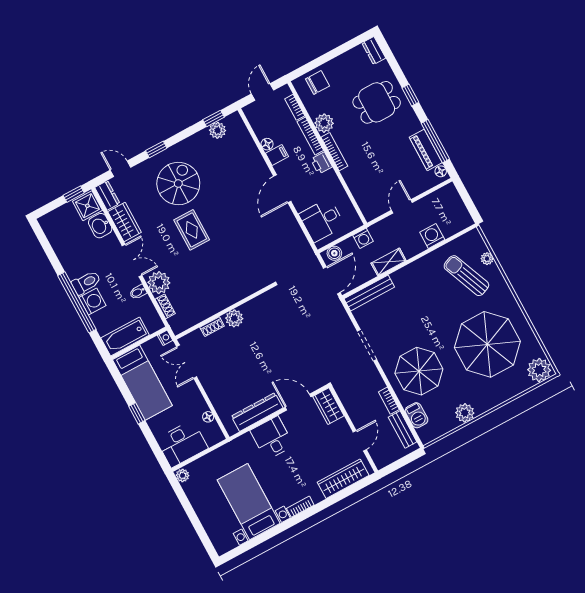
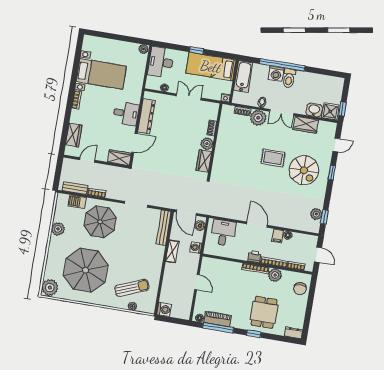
dresser: (107, 195) -> (327, 127), removed
washing machine: (432, 236) -> (164, 309), moved
wardrobe: (257, 306) -> (204, 161), added
double door: (187, 362) -> (189, 97), moved
door: (360, 441) -> (87, 160), swing flipped
wardrobe: (343, 479) -> (74, 135), width x0.67

